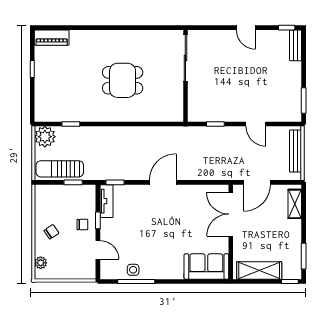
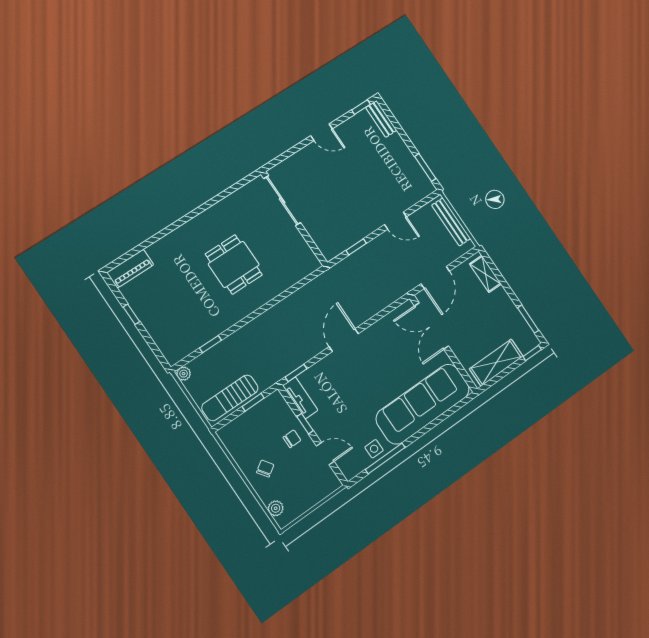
dining table: (123, 80) -> (234, 264), turned 90
plant: (45, 137) -> (184, 374), width x0.53, depth x0.53
sofa: (206, 267) -> (423, 404), width x1.85, depth x1.27

